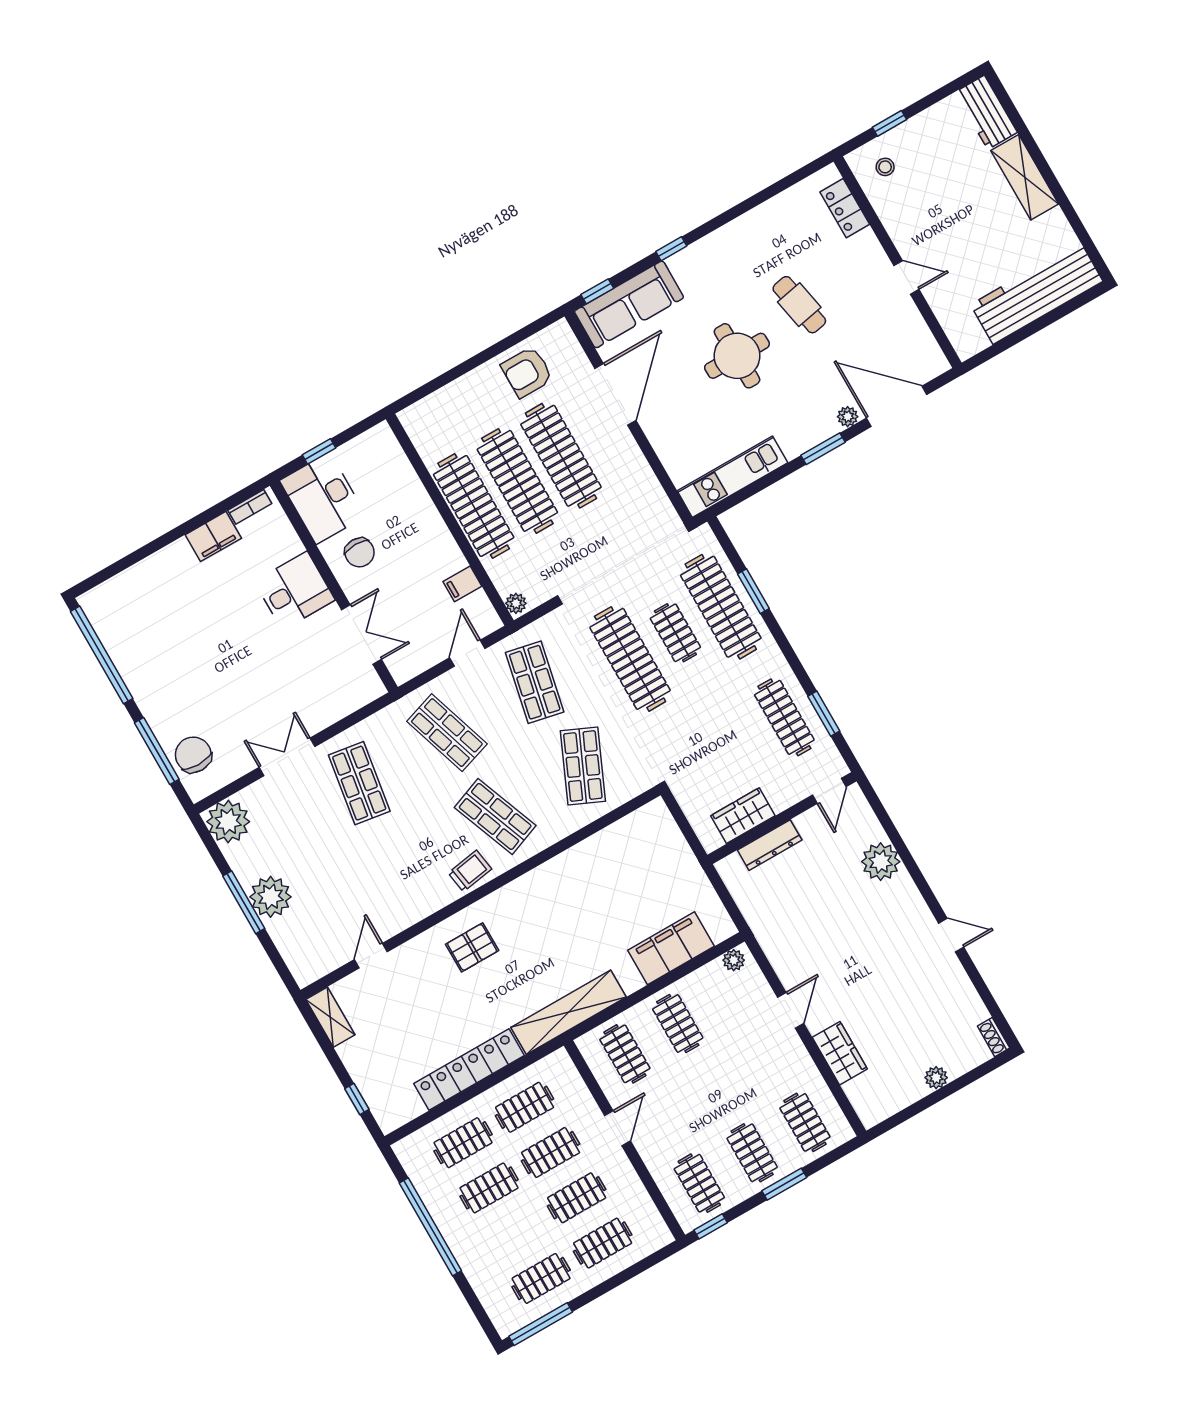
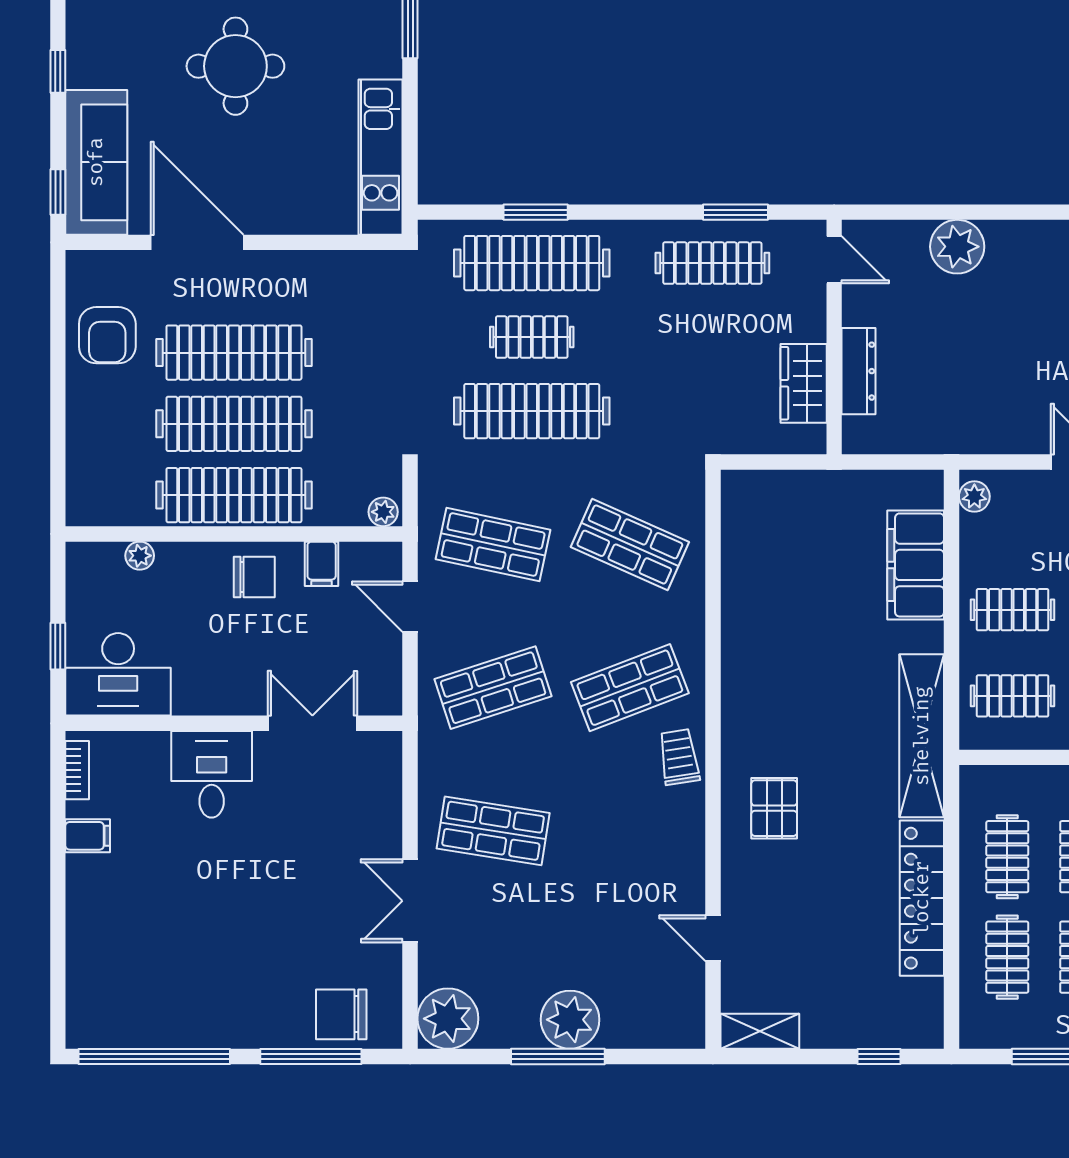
plant: (403, 470) -> (140, 556), added
filing cabinet: (213, 536) -> (88, 836), width x0.50
chair: (360, 553) -> (254, 577), moved

